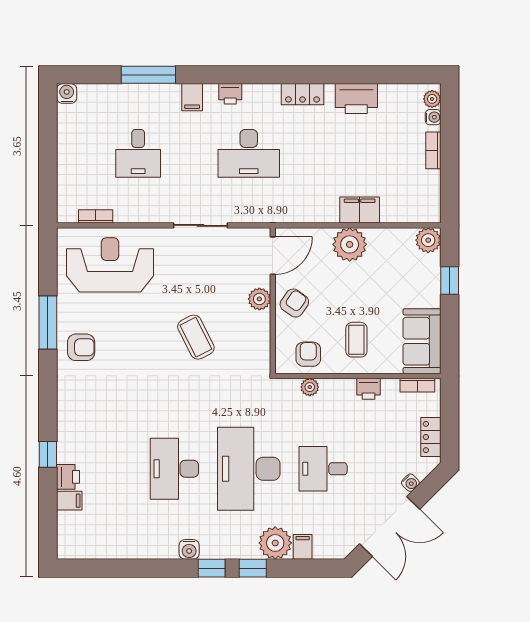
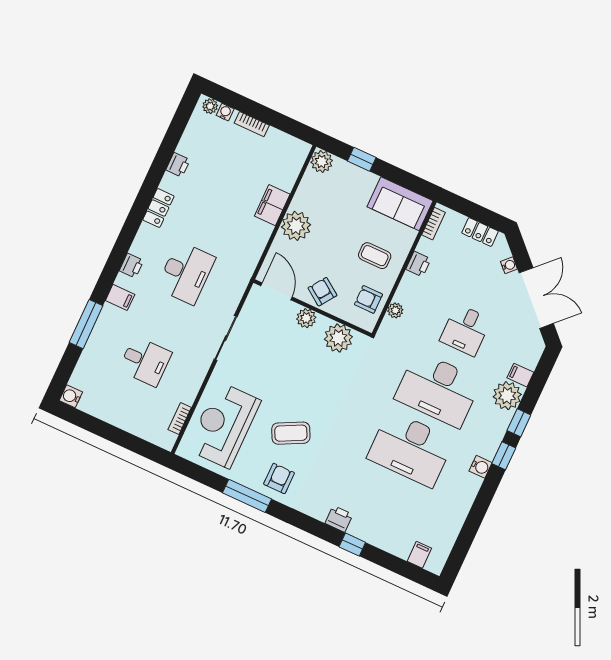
printer: (356, 99) -> (178, 165), width x0.53, depth x0.68
coffee table: (196, 337) -> (291, 433), moved
plant: (254, 342) -> (338, 338), added
desk: (174, 469) -> (411, 449), width x1.36, depth x1.30
printer: (68, 477) -> (339, 519), moved
filing cabinet: (69, 501) -> (419, 555), moved

